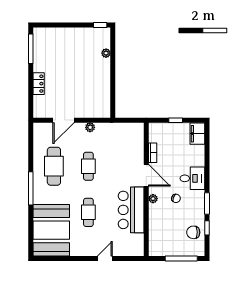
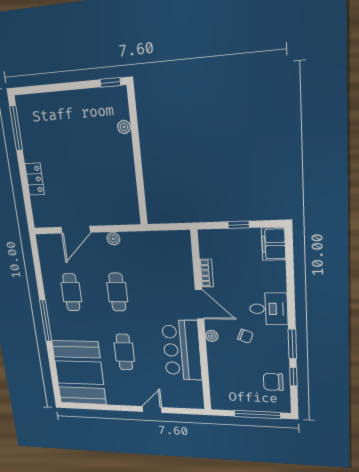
cafe table: (54, 166) -> (71, 292), width x0.73, depth x0.74

